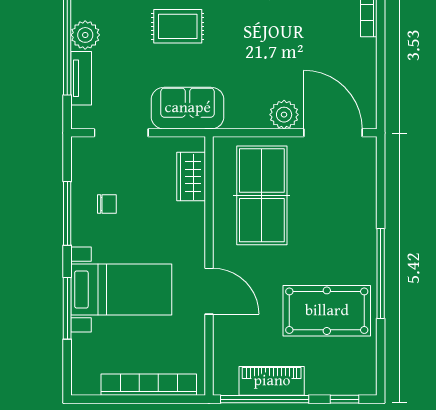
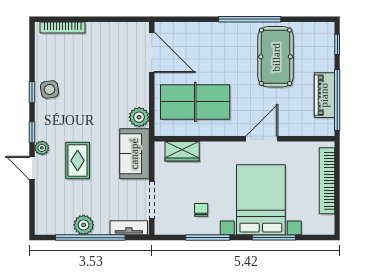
tv unit: (81, 78) -> (129, 228), moved
plant: (284, 115) -> (139, 117), moved
door: (333, 133) -> (152, 52), swing flipped
bed with nightstands: (121, 290) -> (261, 200), width x1.36

